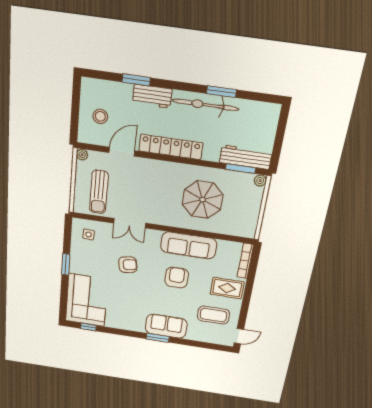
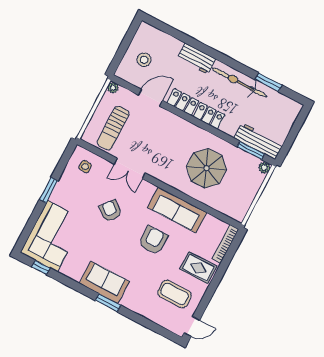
window: (136, 80) -> (188, 40), removed
window: (221, 92) -> (269, 82), moved
armchair: (128, 265) -> (110, 211), turned -132
sofa: (166, 326) -> (104, 282), moved

